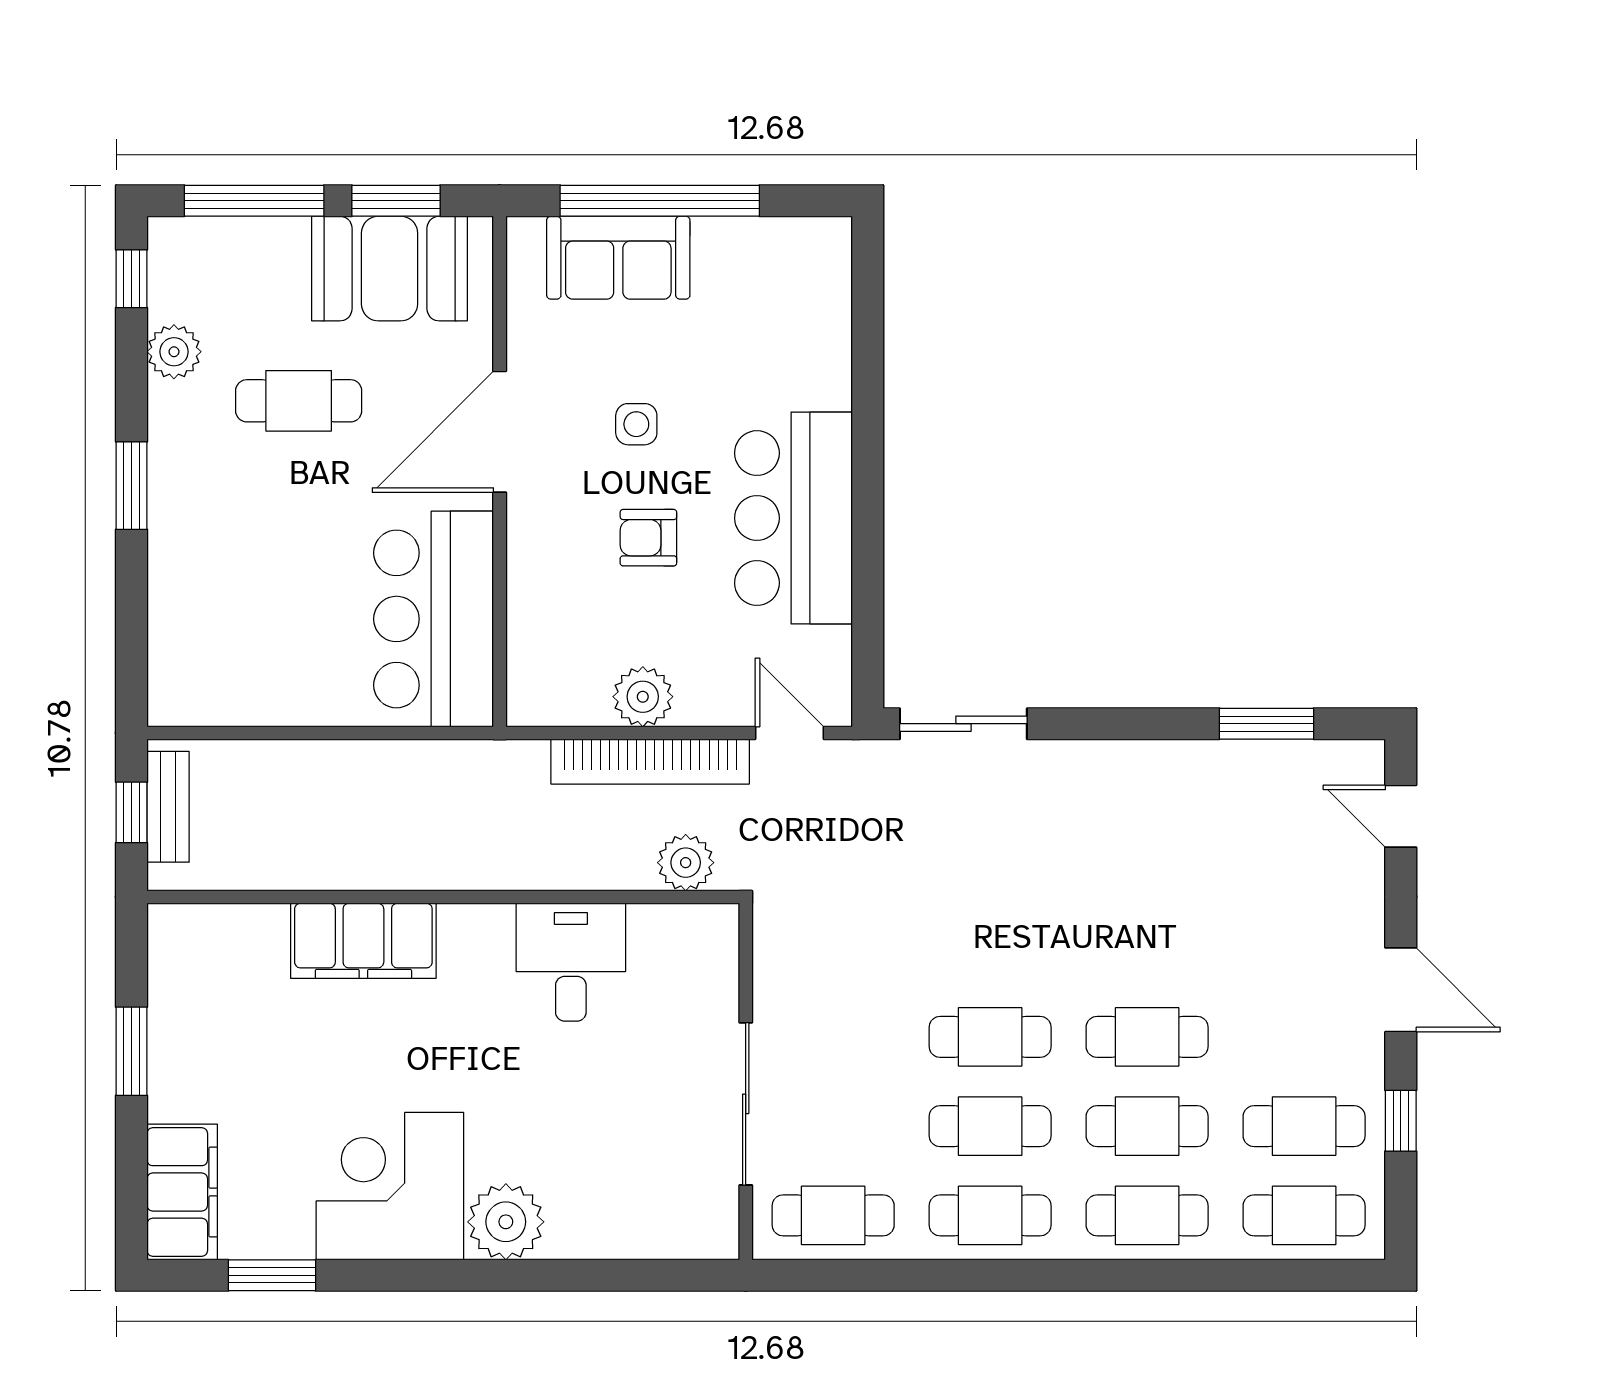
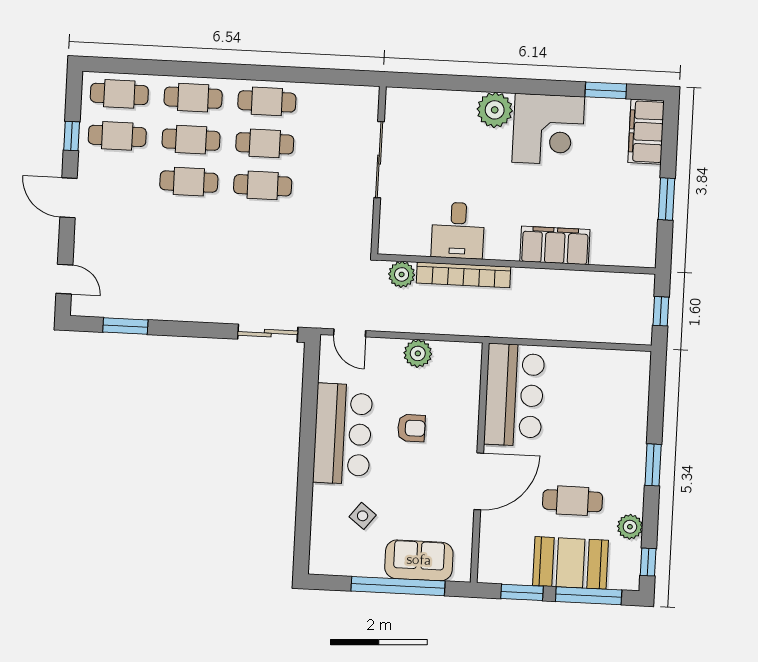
booth: (390, 269) -> (571, 563), moved
side table: (636, 424) -> (363, 516), moved, turned 38
bookcase: (650, 762) -> (464, 275), moved, turned 180
bench: (168, 807) -> (644, 313), removed
cafe table: (833, 1215) -> (341, 105), removed

